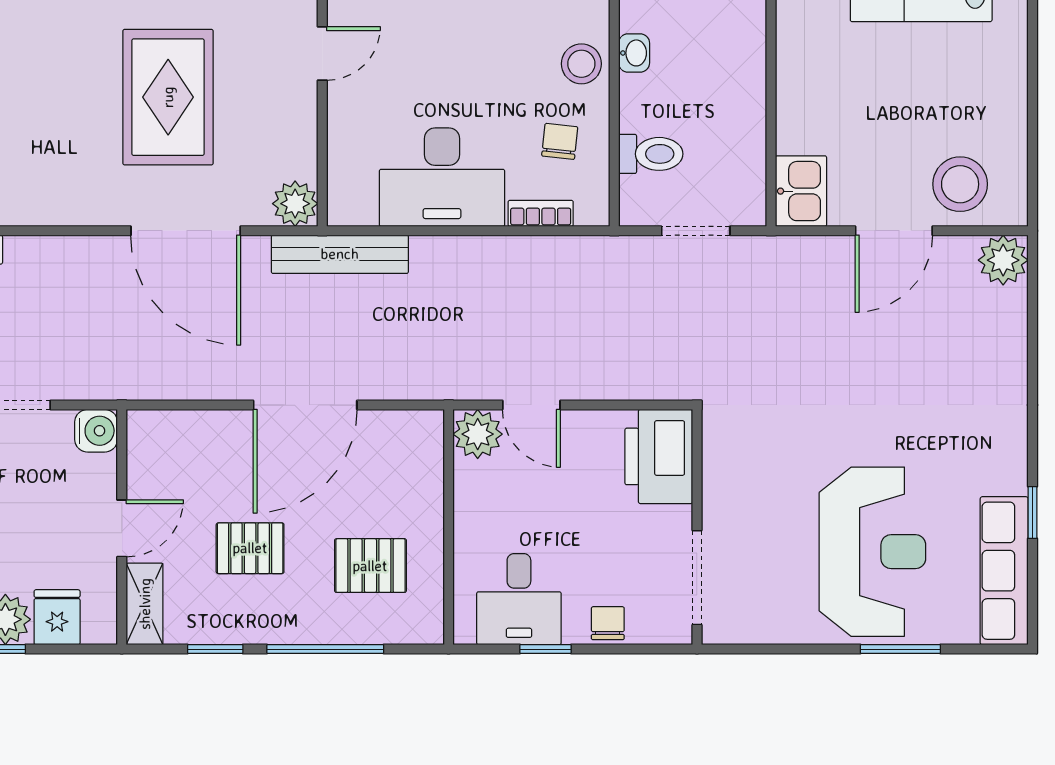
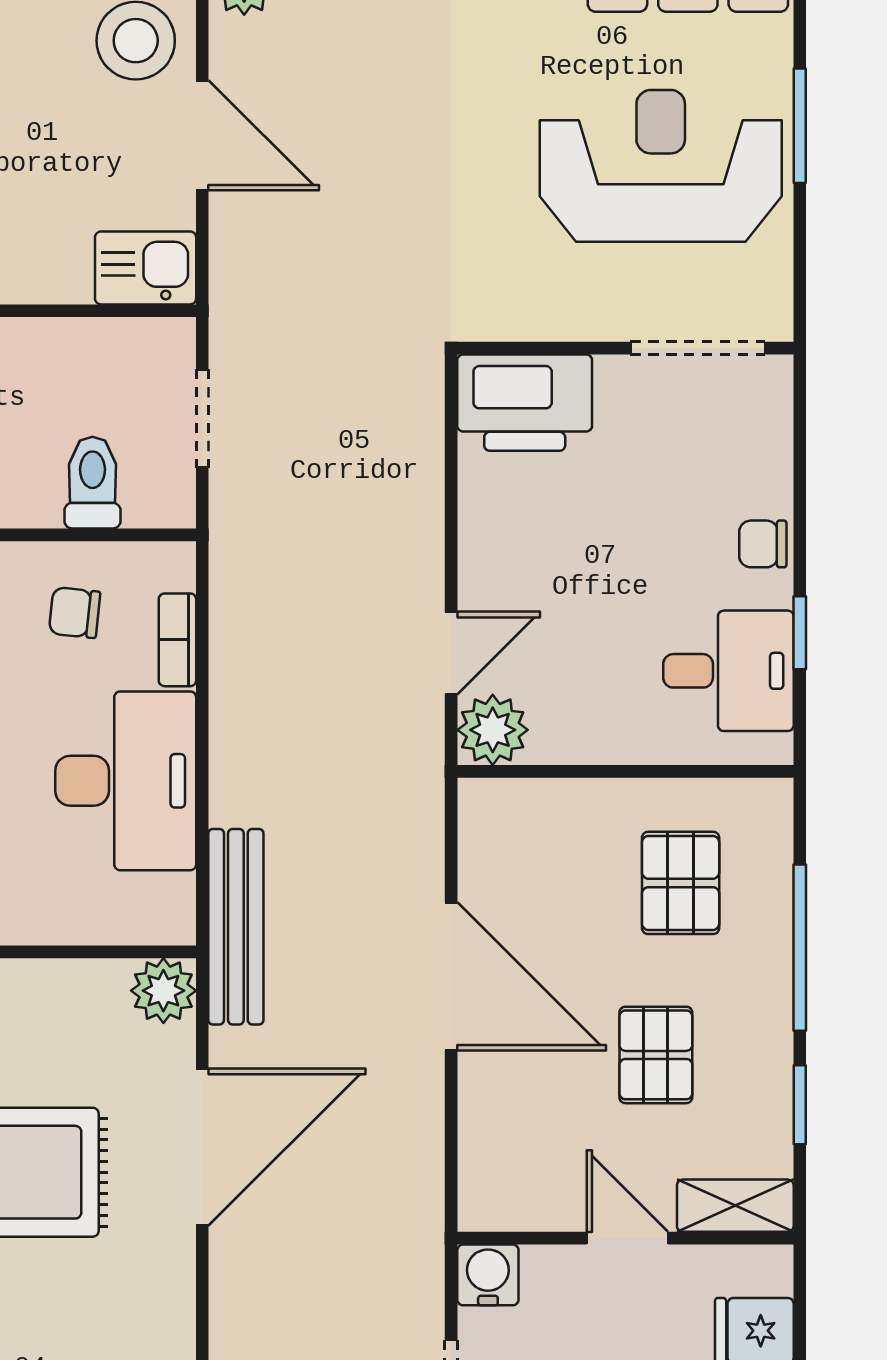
printer: (659, 456) -> (525, 403), moved
wall: (697, 527) -> (625, 348), moved
doorway: (697, 578) -> (698, 348), moved

